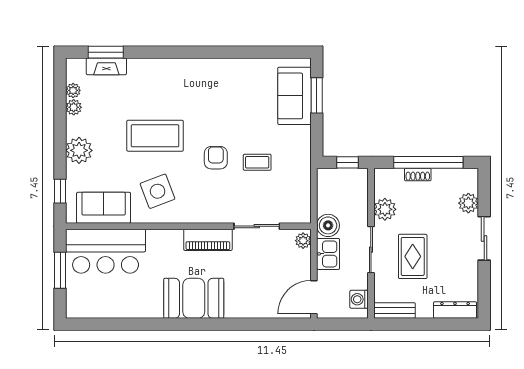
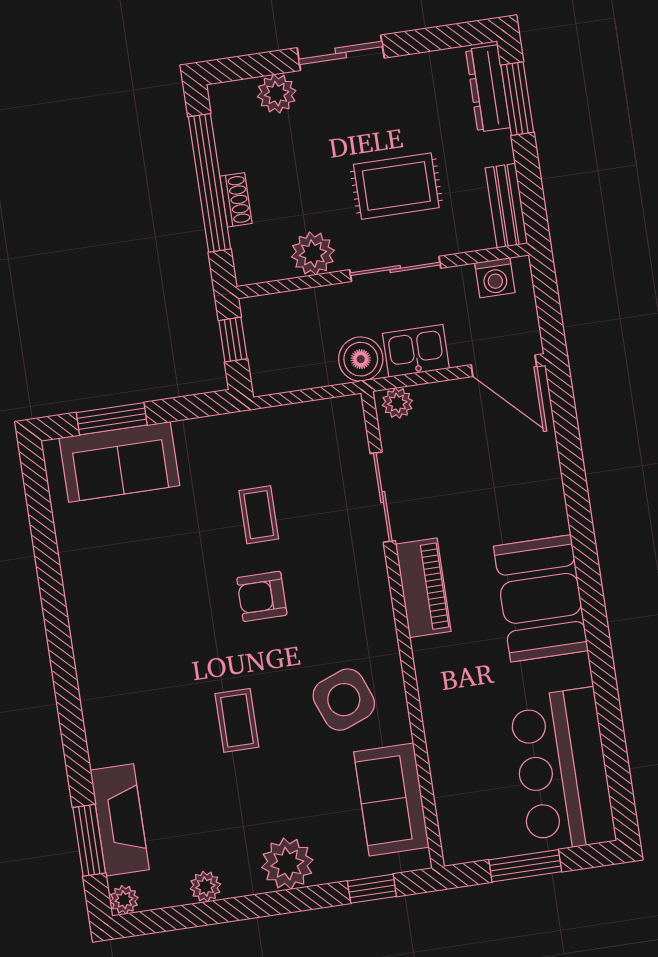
fireplace: (106, 66) -> (120, 820), width x1.37, depth x1.32
plant: (73, 90) -> (124, 900), moved
coffee table: (155, 136) -> (237, 720), width x0.54, depth x0.58
bar counter: (106, 251) -> (562, 770), moved, turned 180
window: (448, 324) -> (517, 99), added

